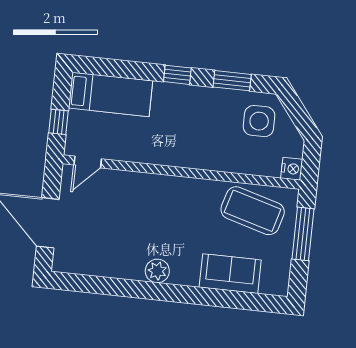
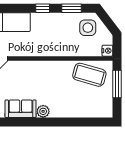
sofa: (230, 274) -> (21, 109), moved

